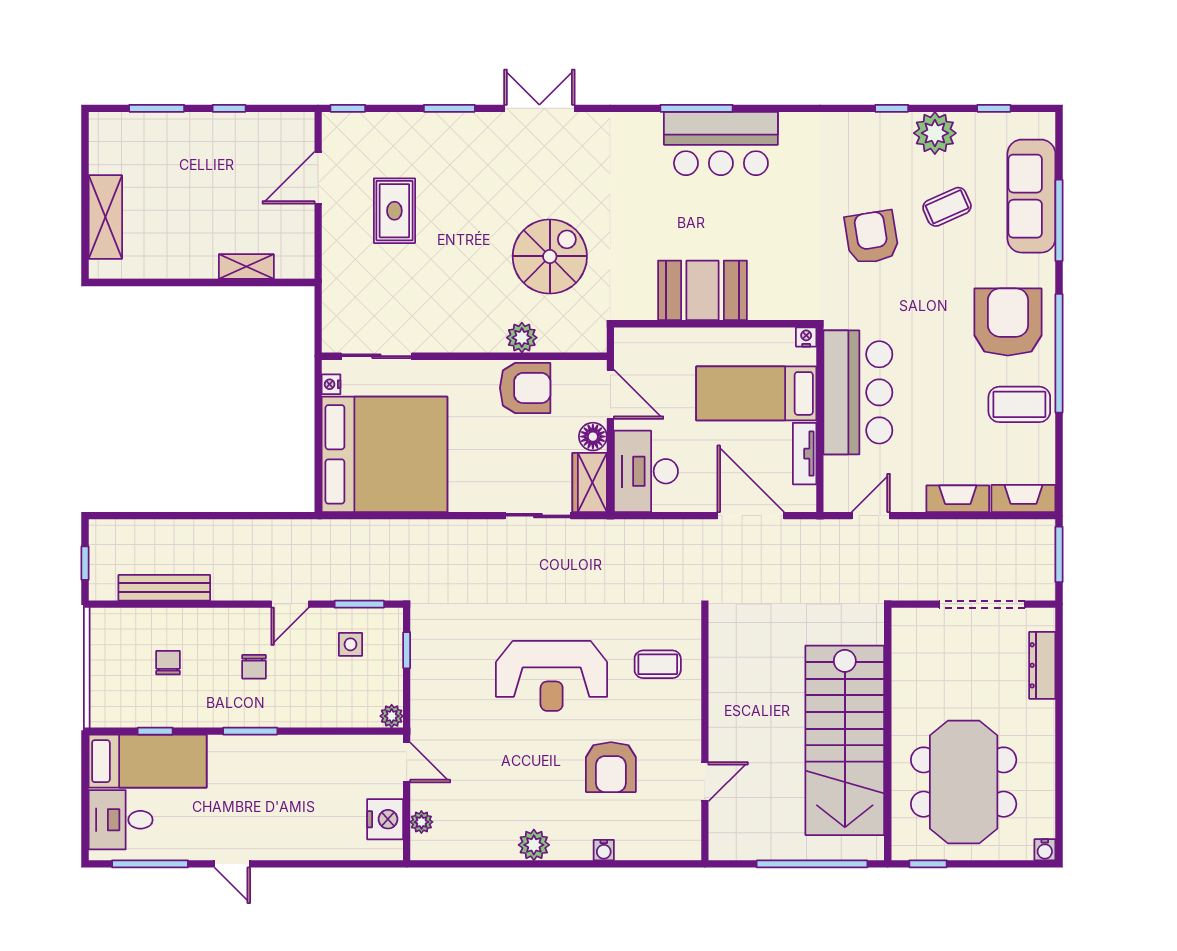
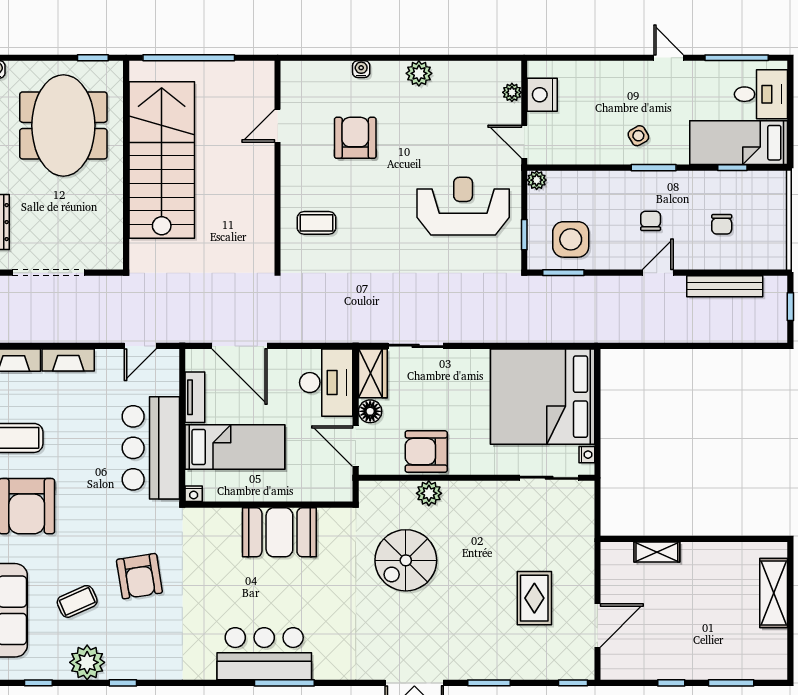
door: (290, 604) -> (658, 273), moved
side table: (350, 644) -> (571, 239), width x1.87, depth x1.87
reception desk: (552, 676) -> (463, 206), moved
side table: (269, 770) -> (638, 136), added

